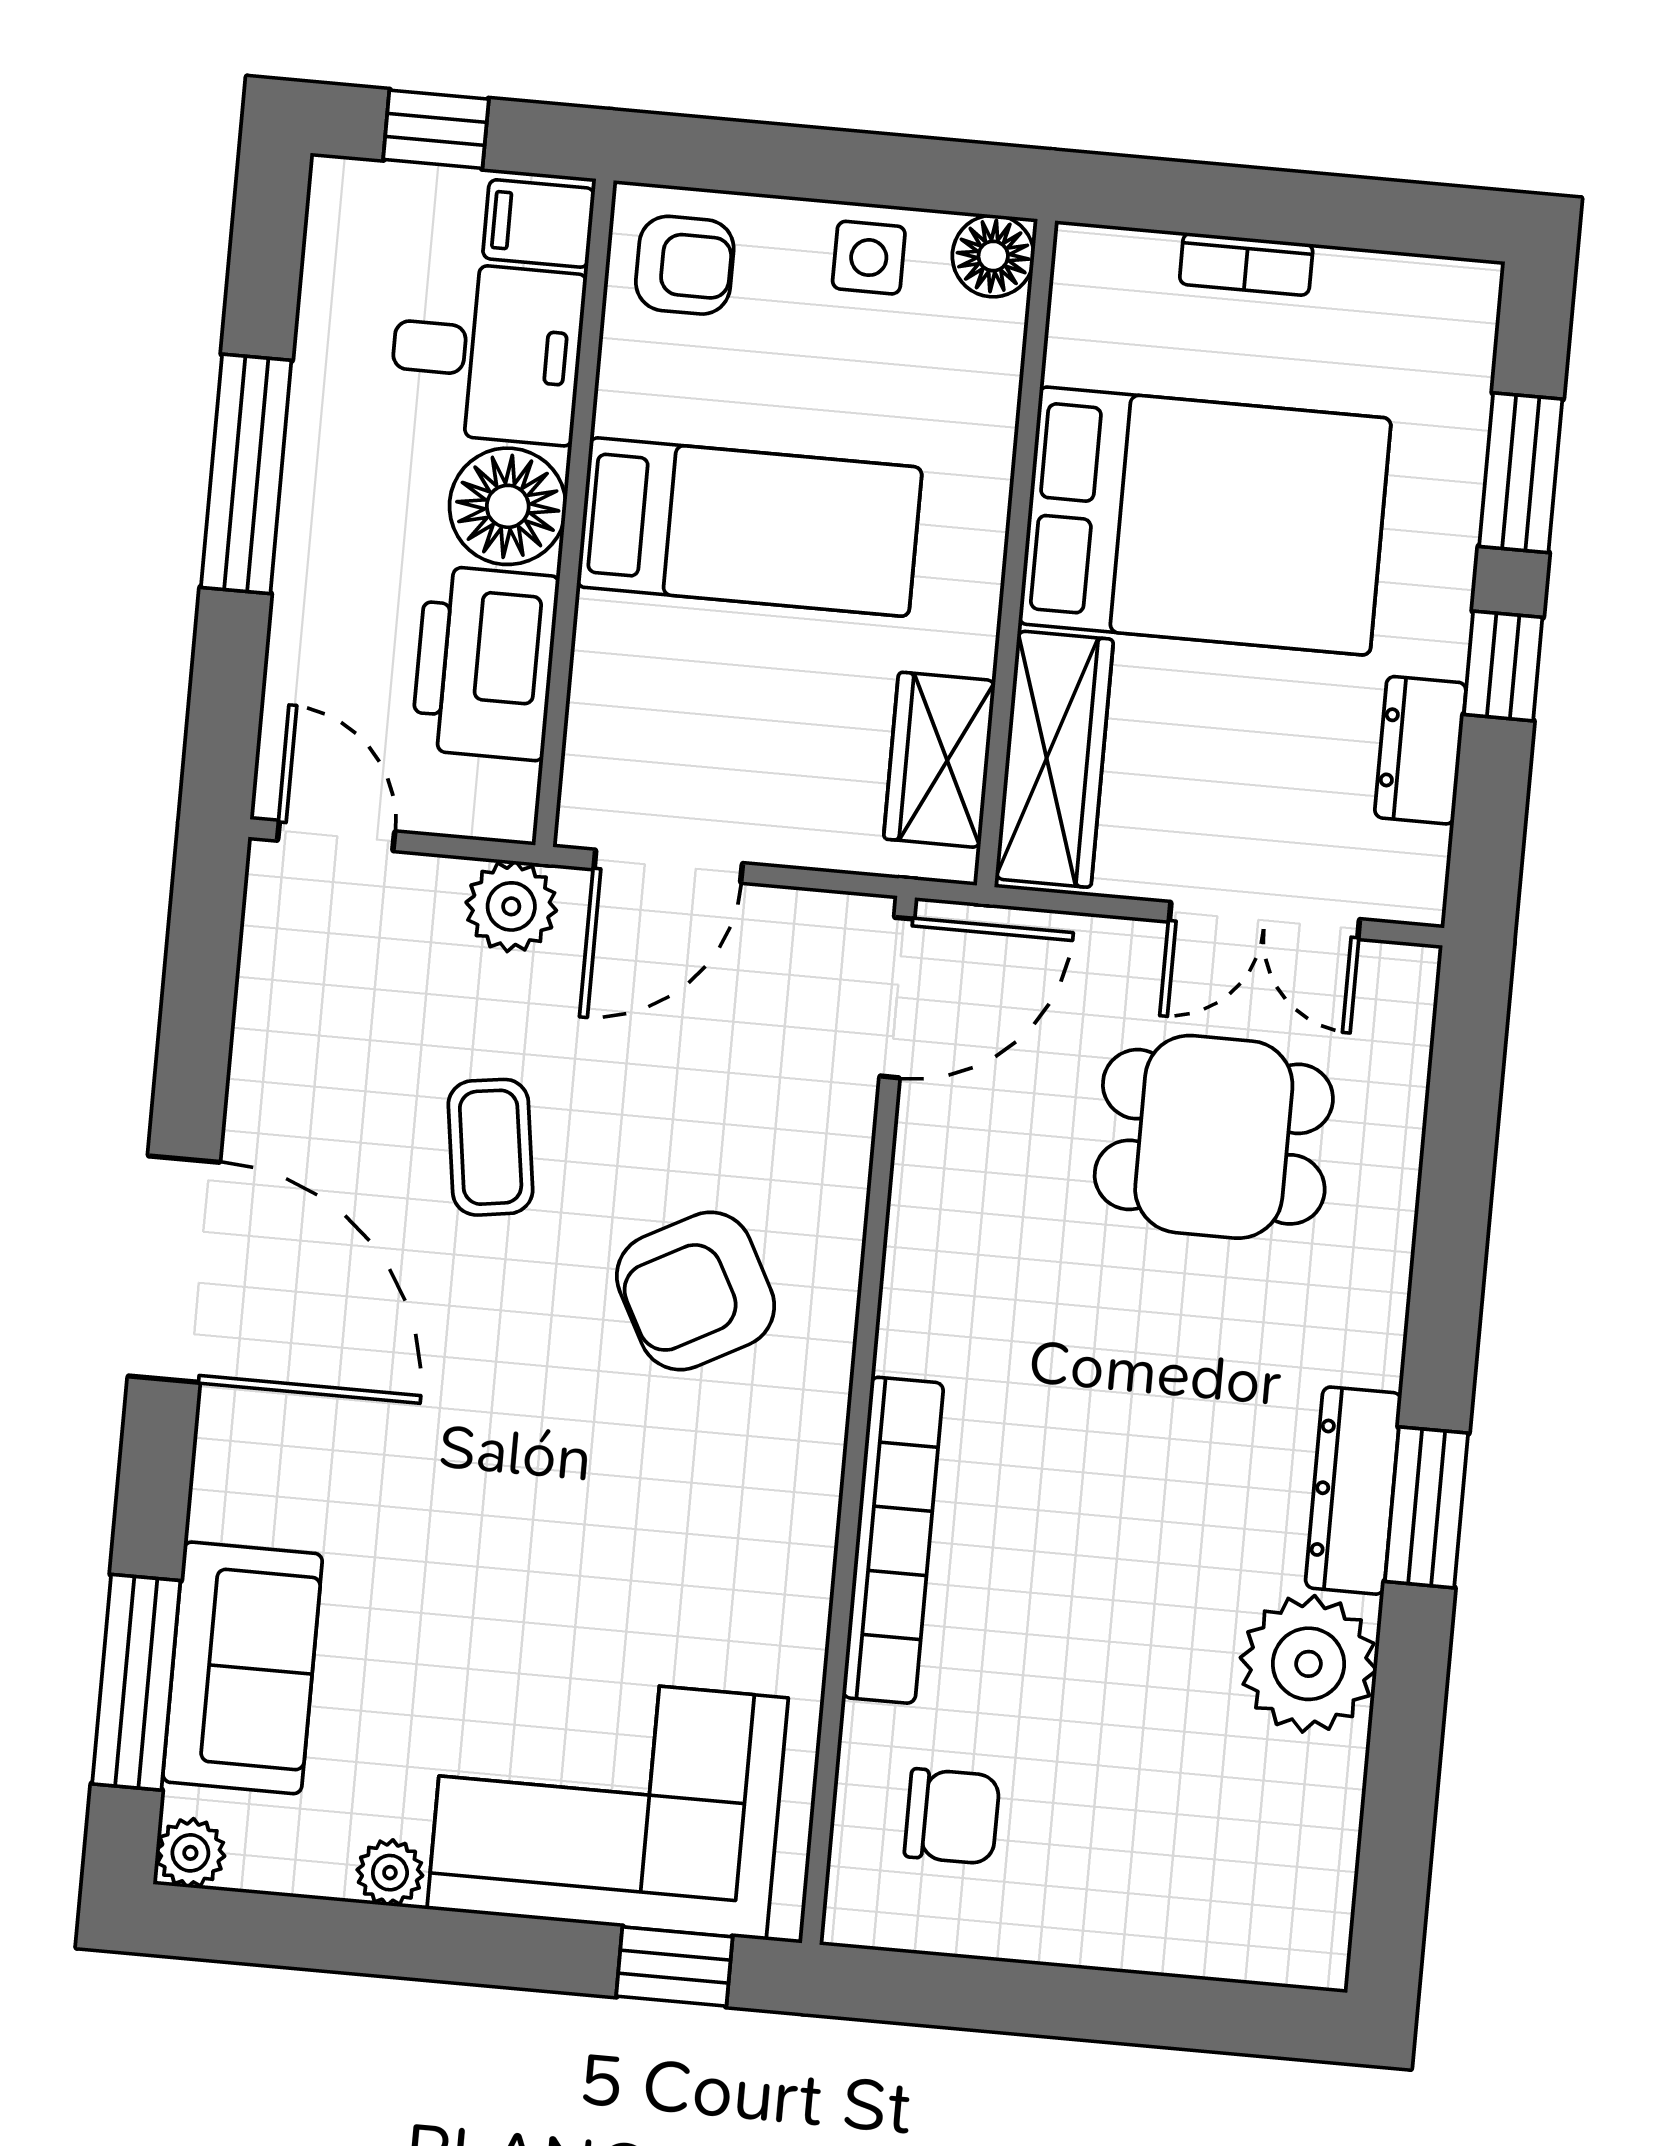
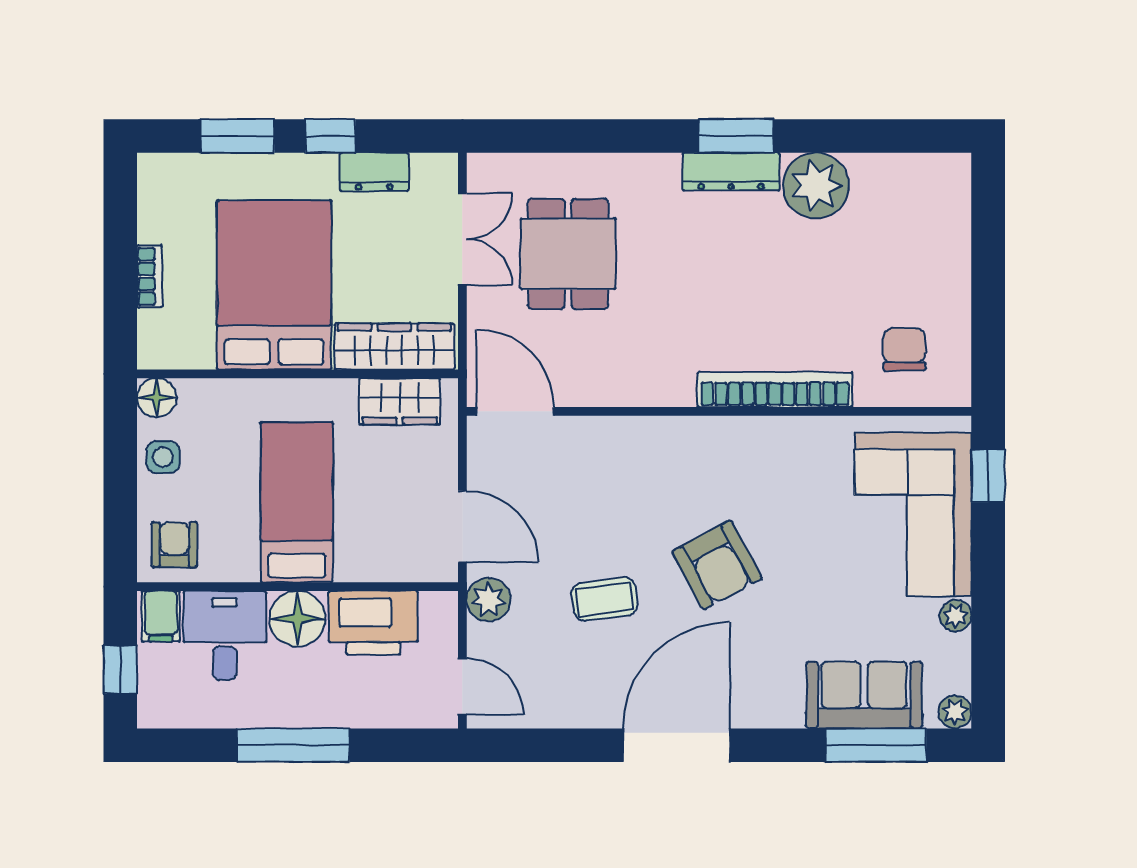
door: (336, 836) -> (462, 686), swing flipped
armchair: (696, 1291) -> (717, 565), moved

